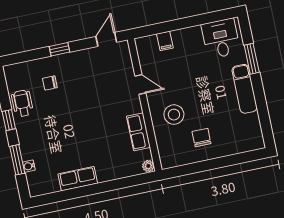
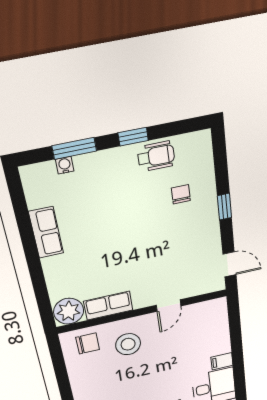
filing cabinet: (165, 41) -> (222, 361), moved
chair: (202, 138) -> (88, 343), moved
plant: (148, 166) -> (69, 311), width x1.88, depth x1.88

